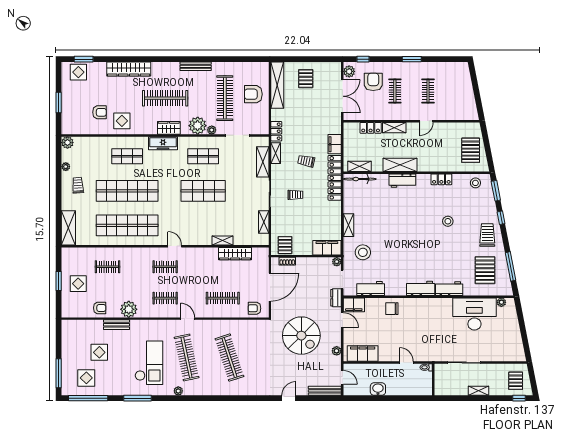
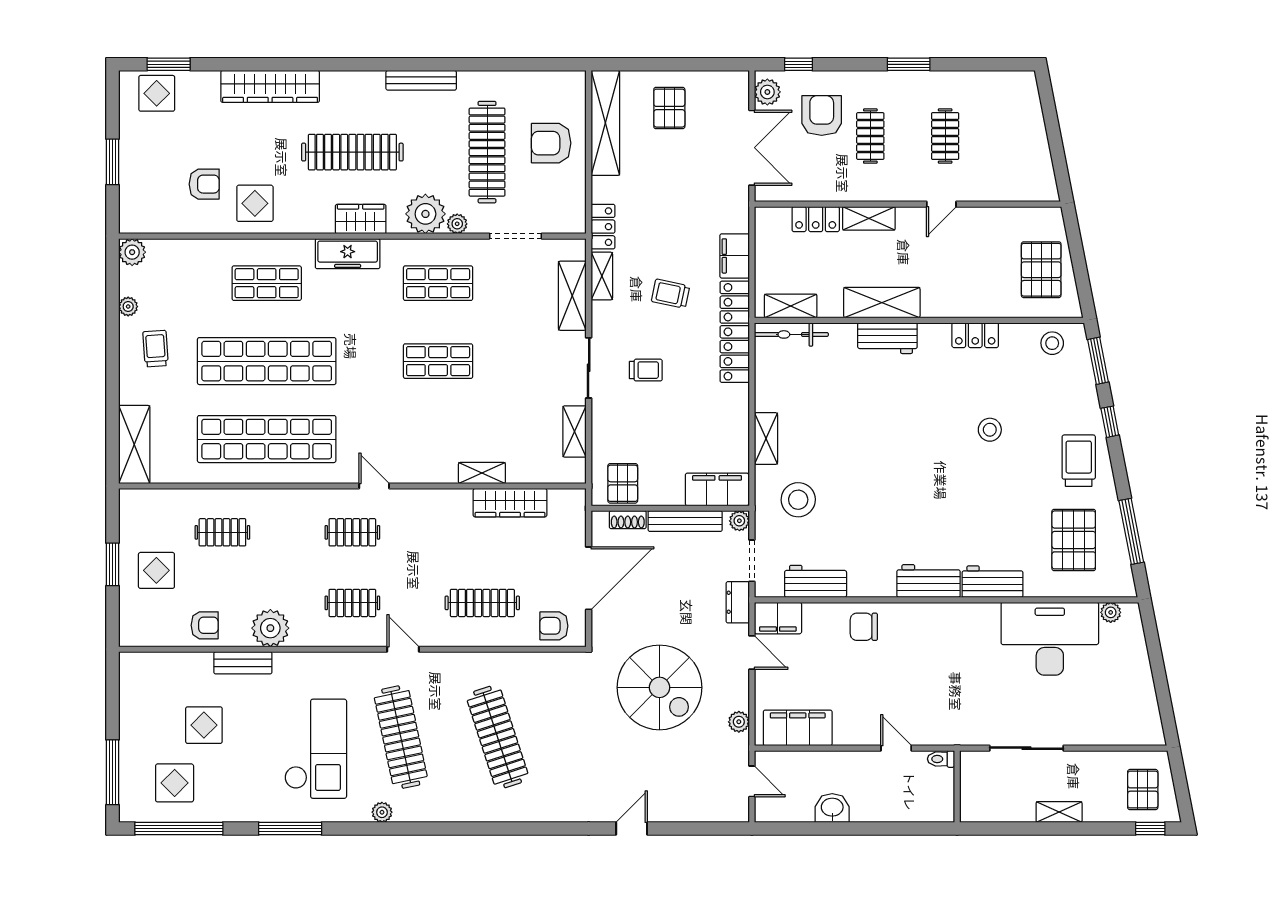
shop shelf: (203, 191) -> (438, 361), width x0.70, depth x0.74
bench: (325, 391) -> (685, 521), moved

